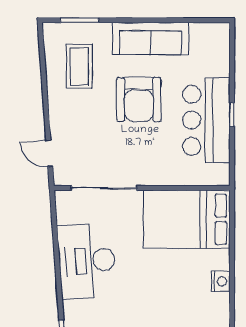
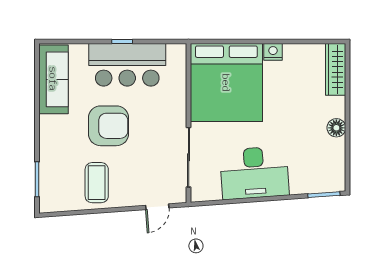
sofa: (151, 38) -> (53, 79), moved
coffee table: (79, 66) -> (97, 183), moved, turned 90
bed: (187, 219) -> (226, 83), width x1.36

